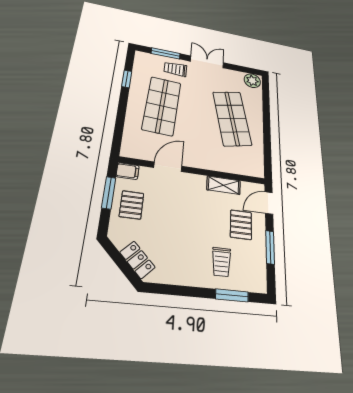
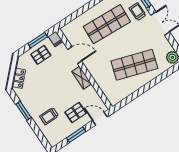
shop shelf: (232, 118) -> (134, 65), turned 30
shelving: (224, 185) -> (82, 78), moved
window: (232, 295) -> (24, 111), moved

